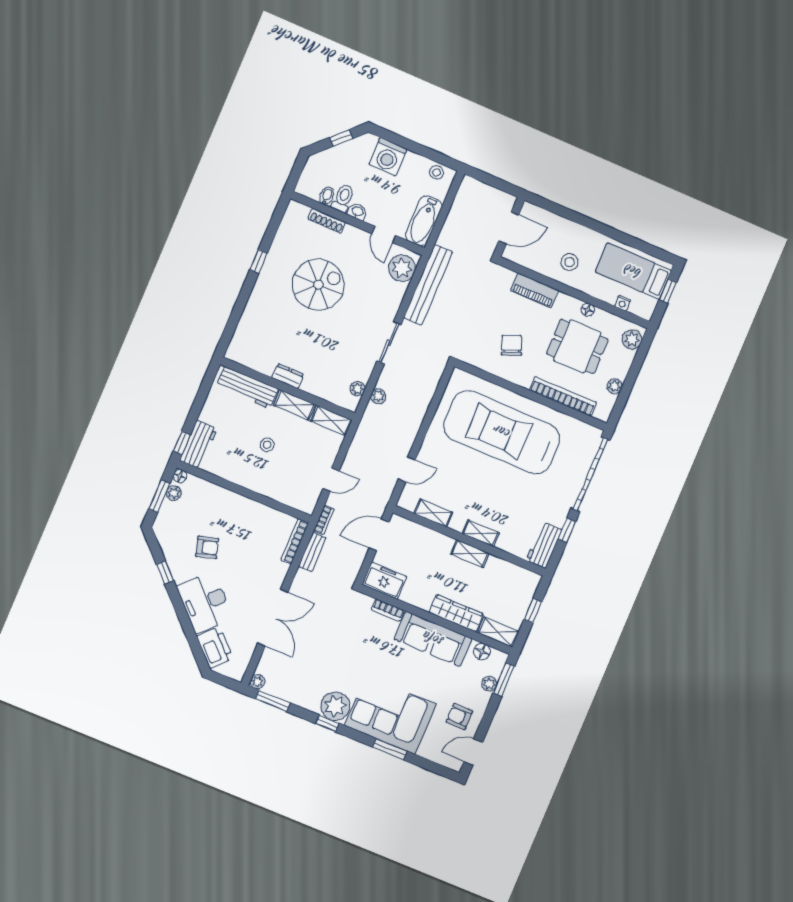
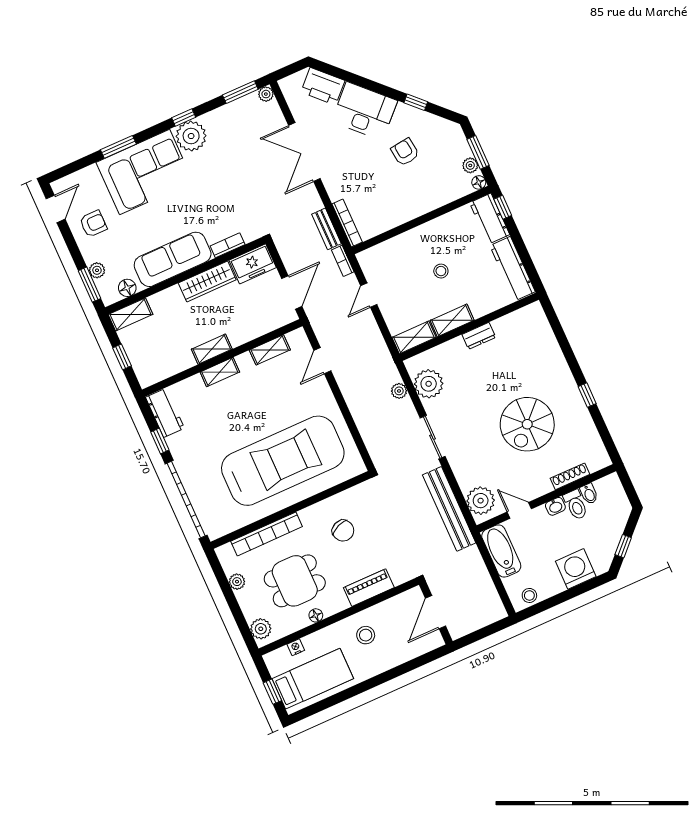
workbench: (247, 388) -> (512, 269), moved, turned -90
plant: (358, 389) -> (429, 384), width x1.87, depth x1.87
armchair: (207, 547) -> (405, 152), turned 99
wardrobe: (456, 613) -> (207, 281), moved

